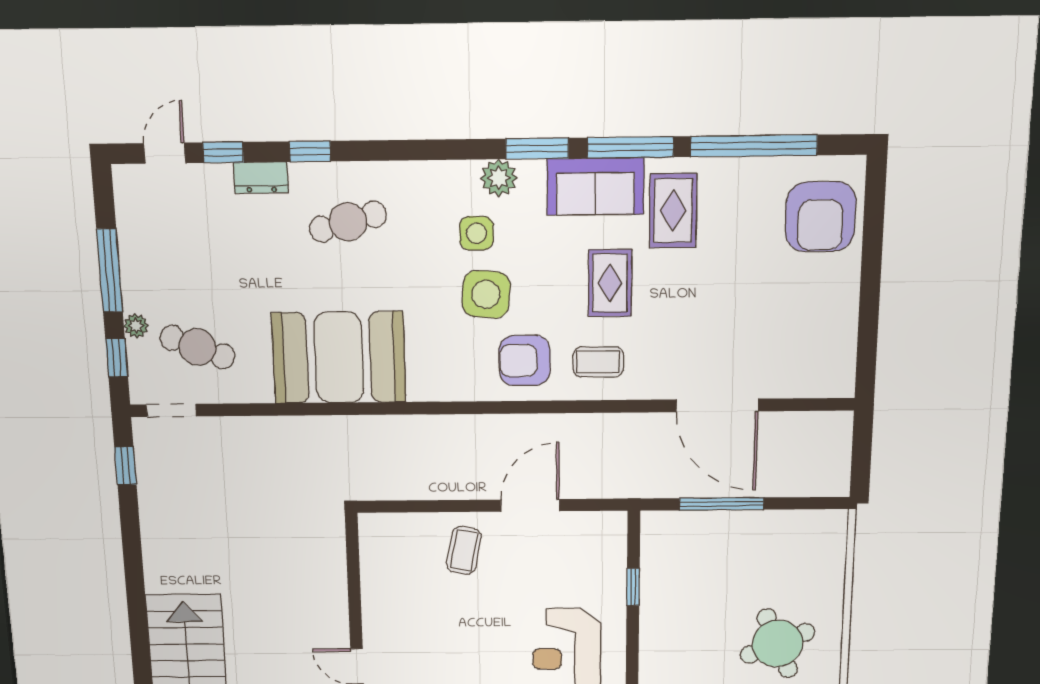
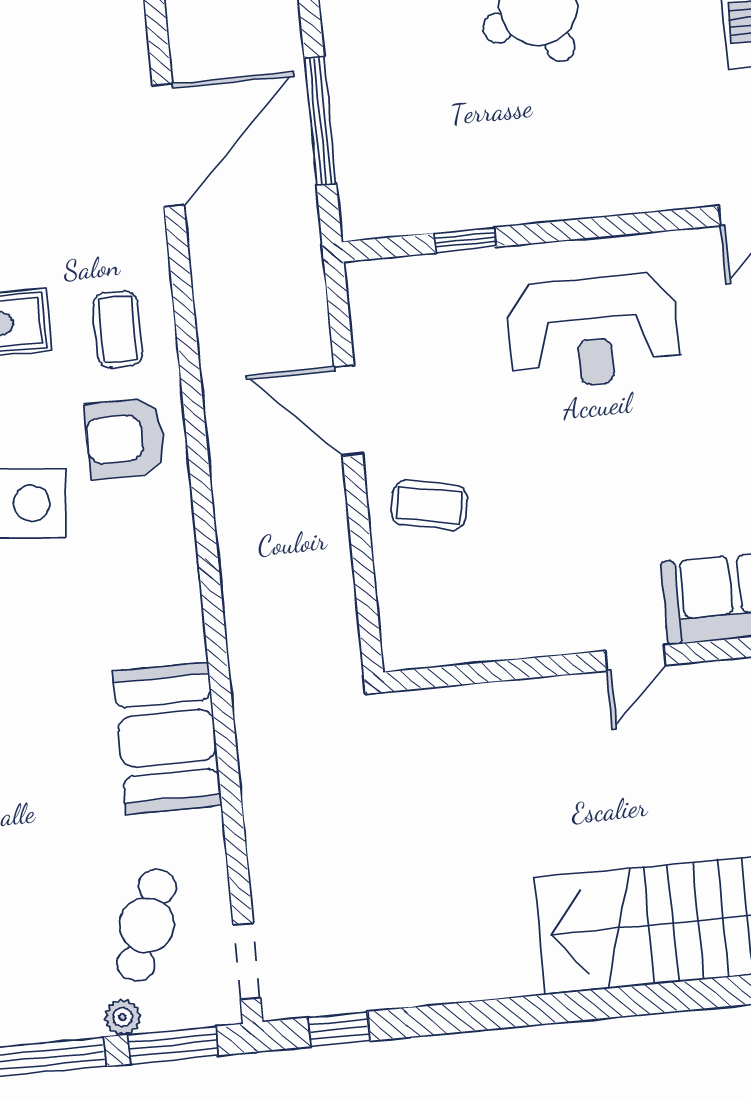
window: (117, 358) -> (173, 1045), width x1.50
booth: (339, 358) -> (167, 738), width x0.73, depth x0.70
armchair: (525, 360) -> (125, 438), turned 90

